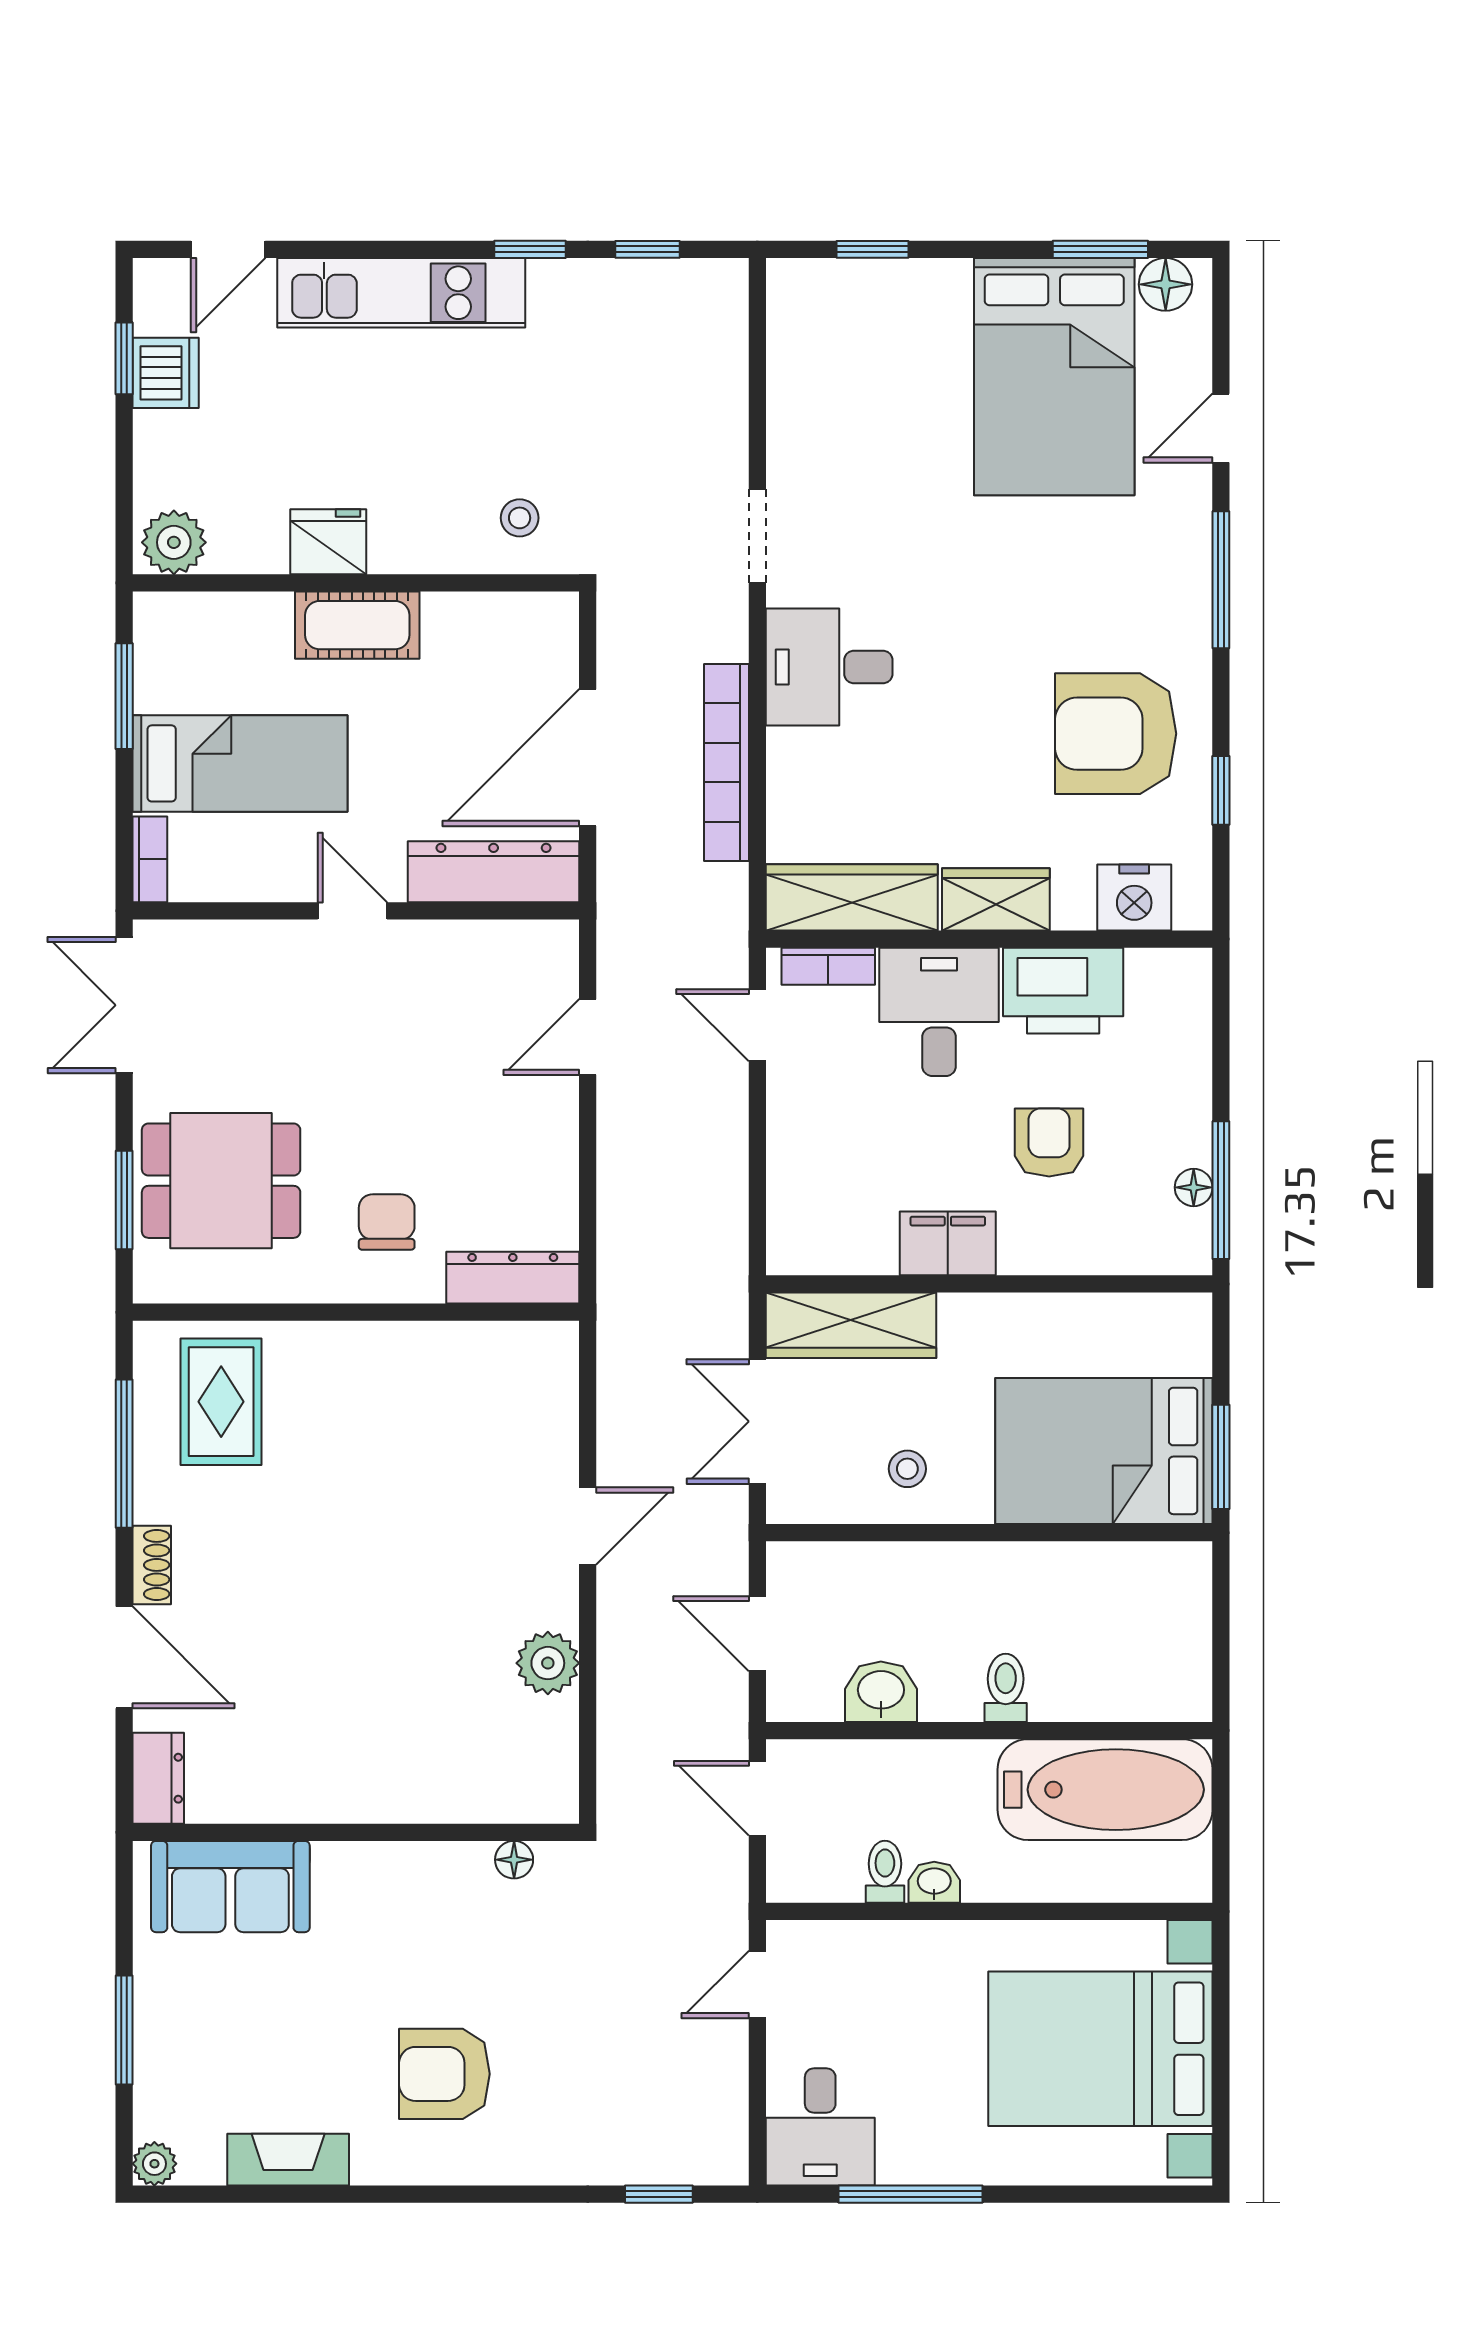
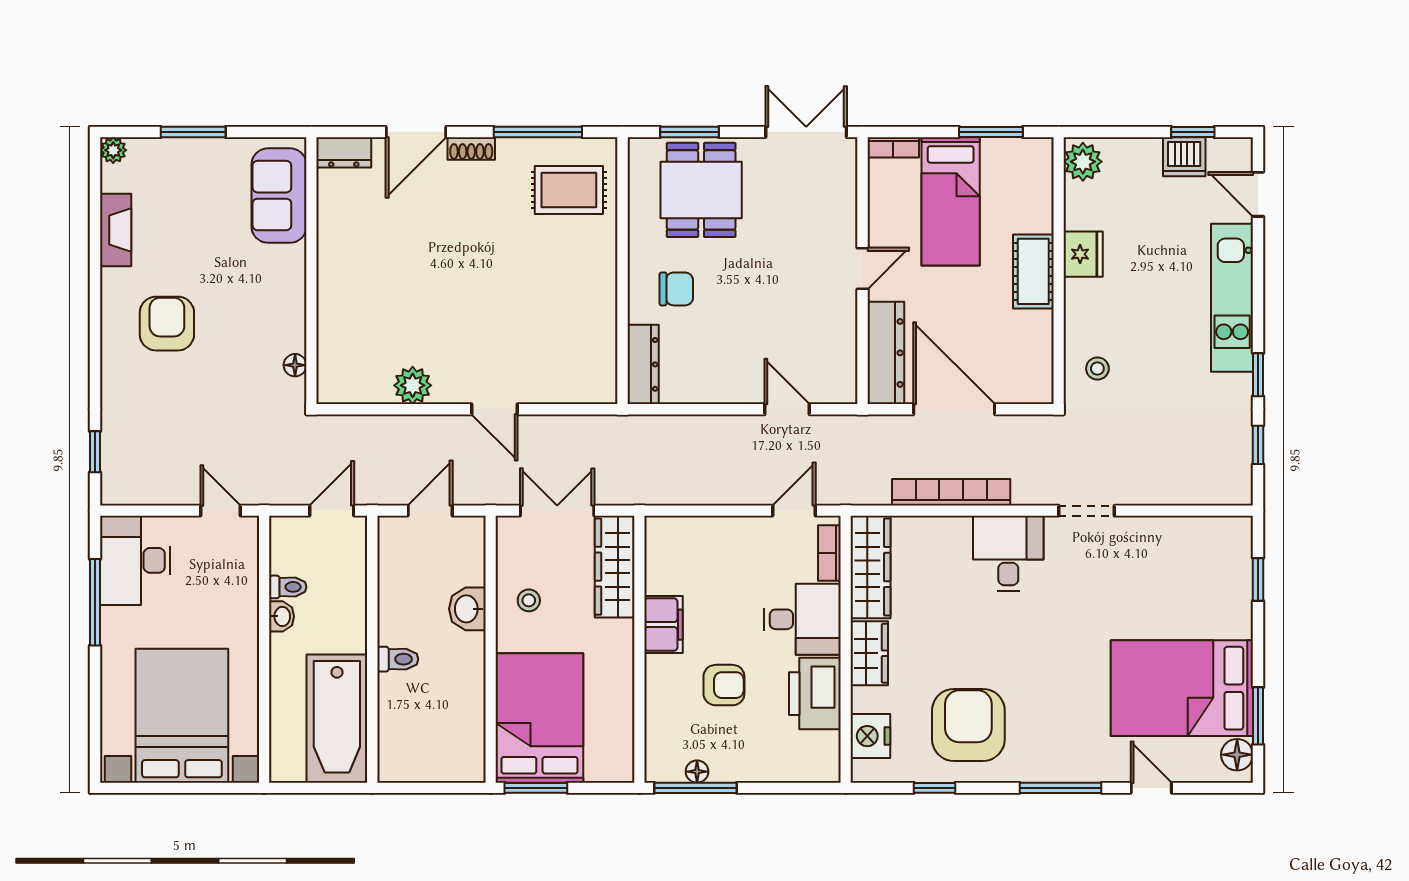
washbasin: (881, 1692) -> (467, 609), moved, turned 180
desk: (820, 2127) -> (135, 560), width x1.37

